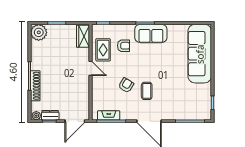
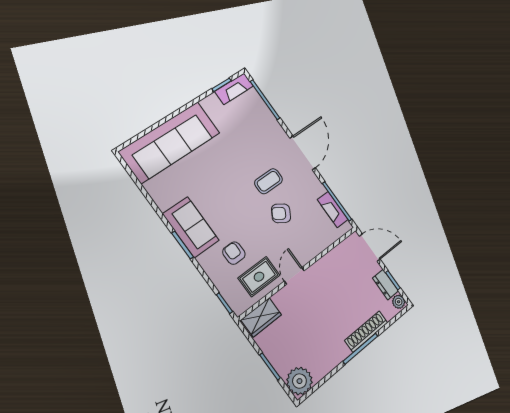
fireplace: (206, 108) -> (234, 89), added

